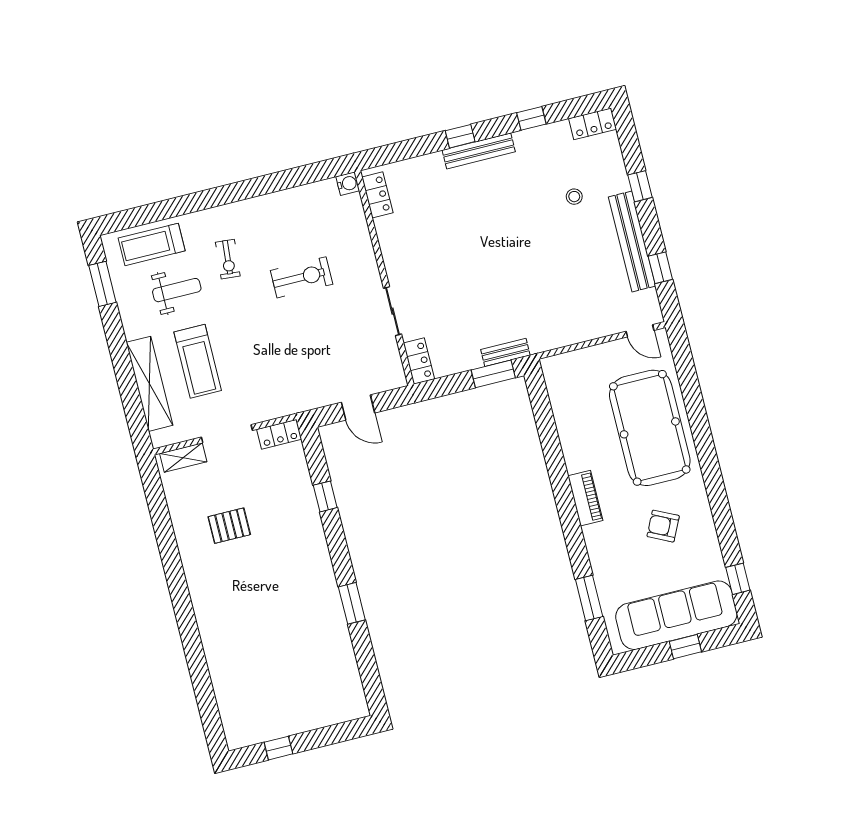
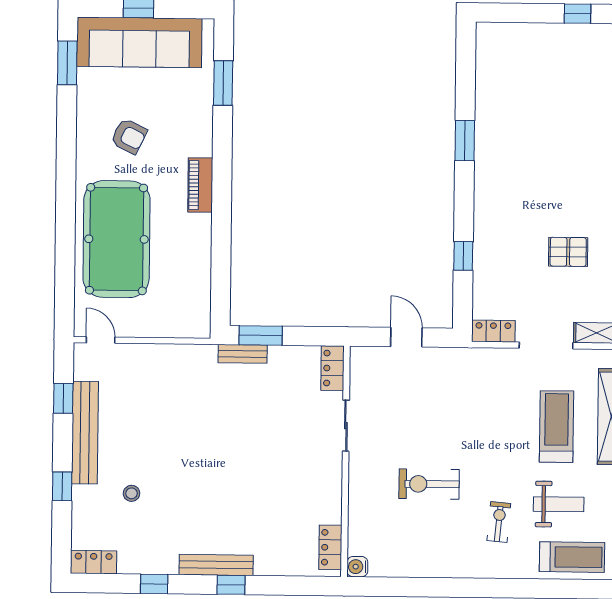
weight bench: (177, 290) -> (559, 504), turned 180
window: (738, 579) -> (67, 63), width x1.50

